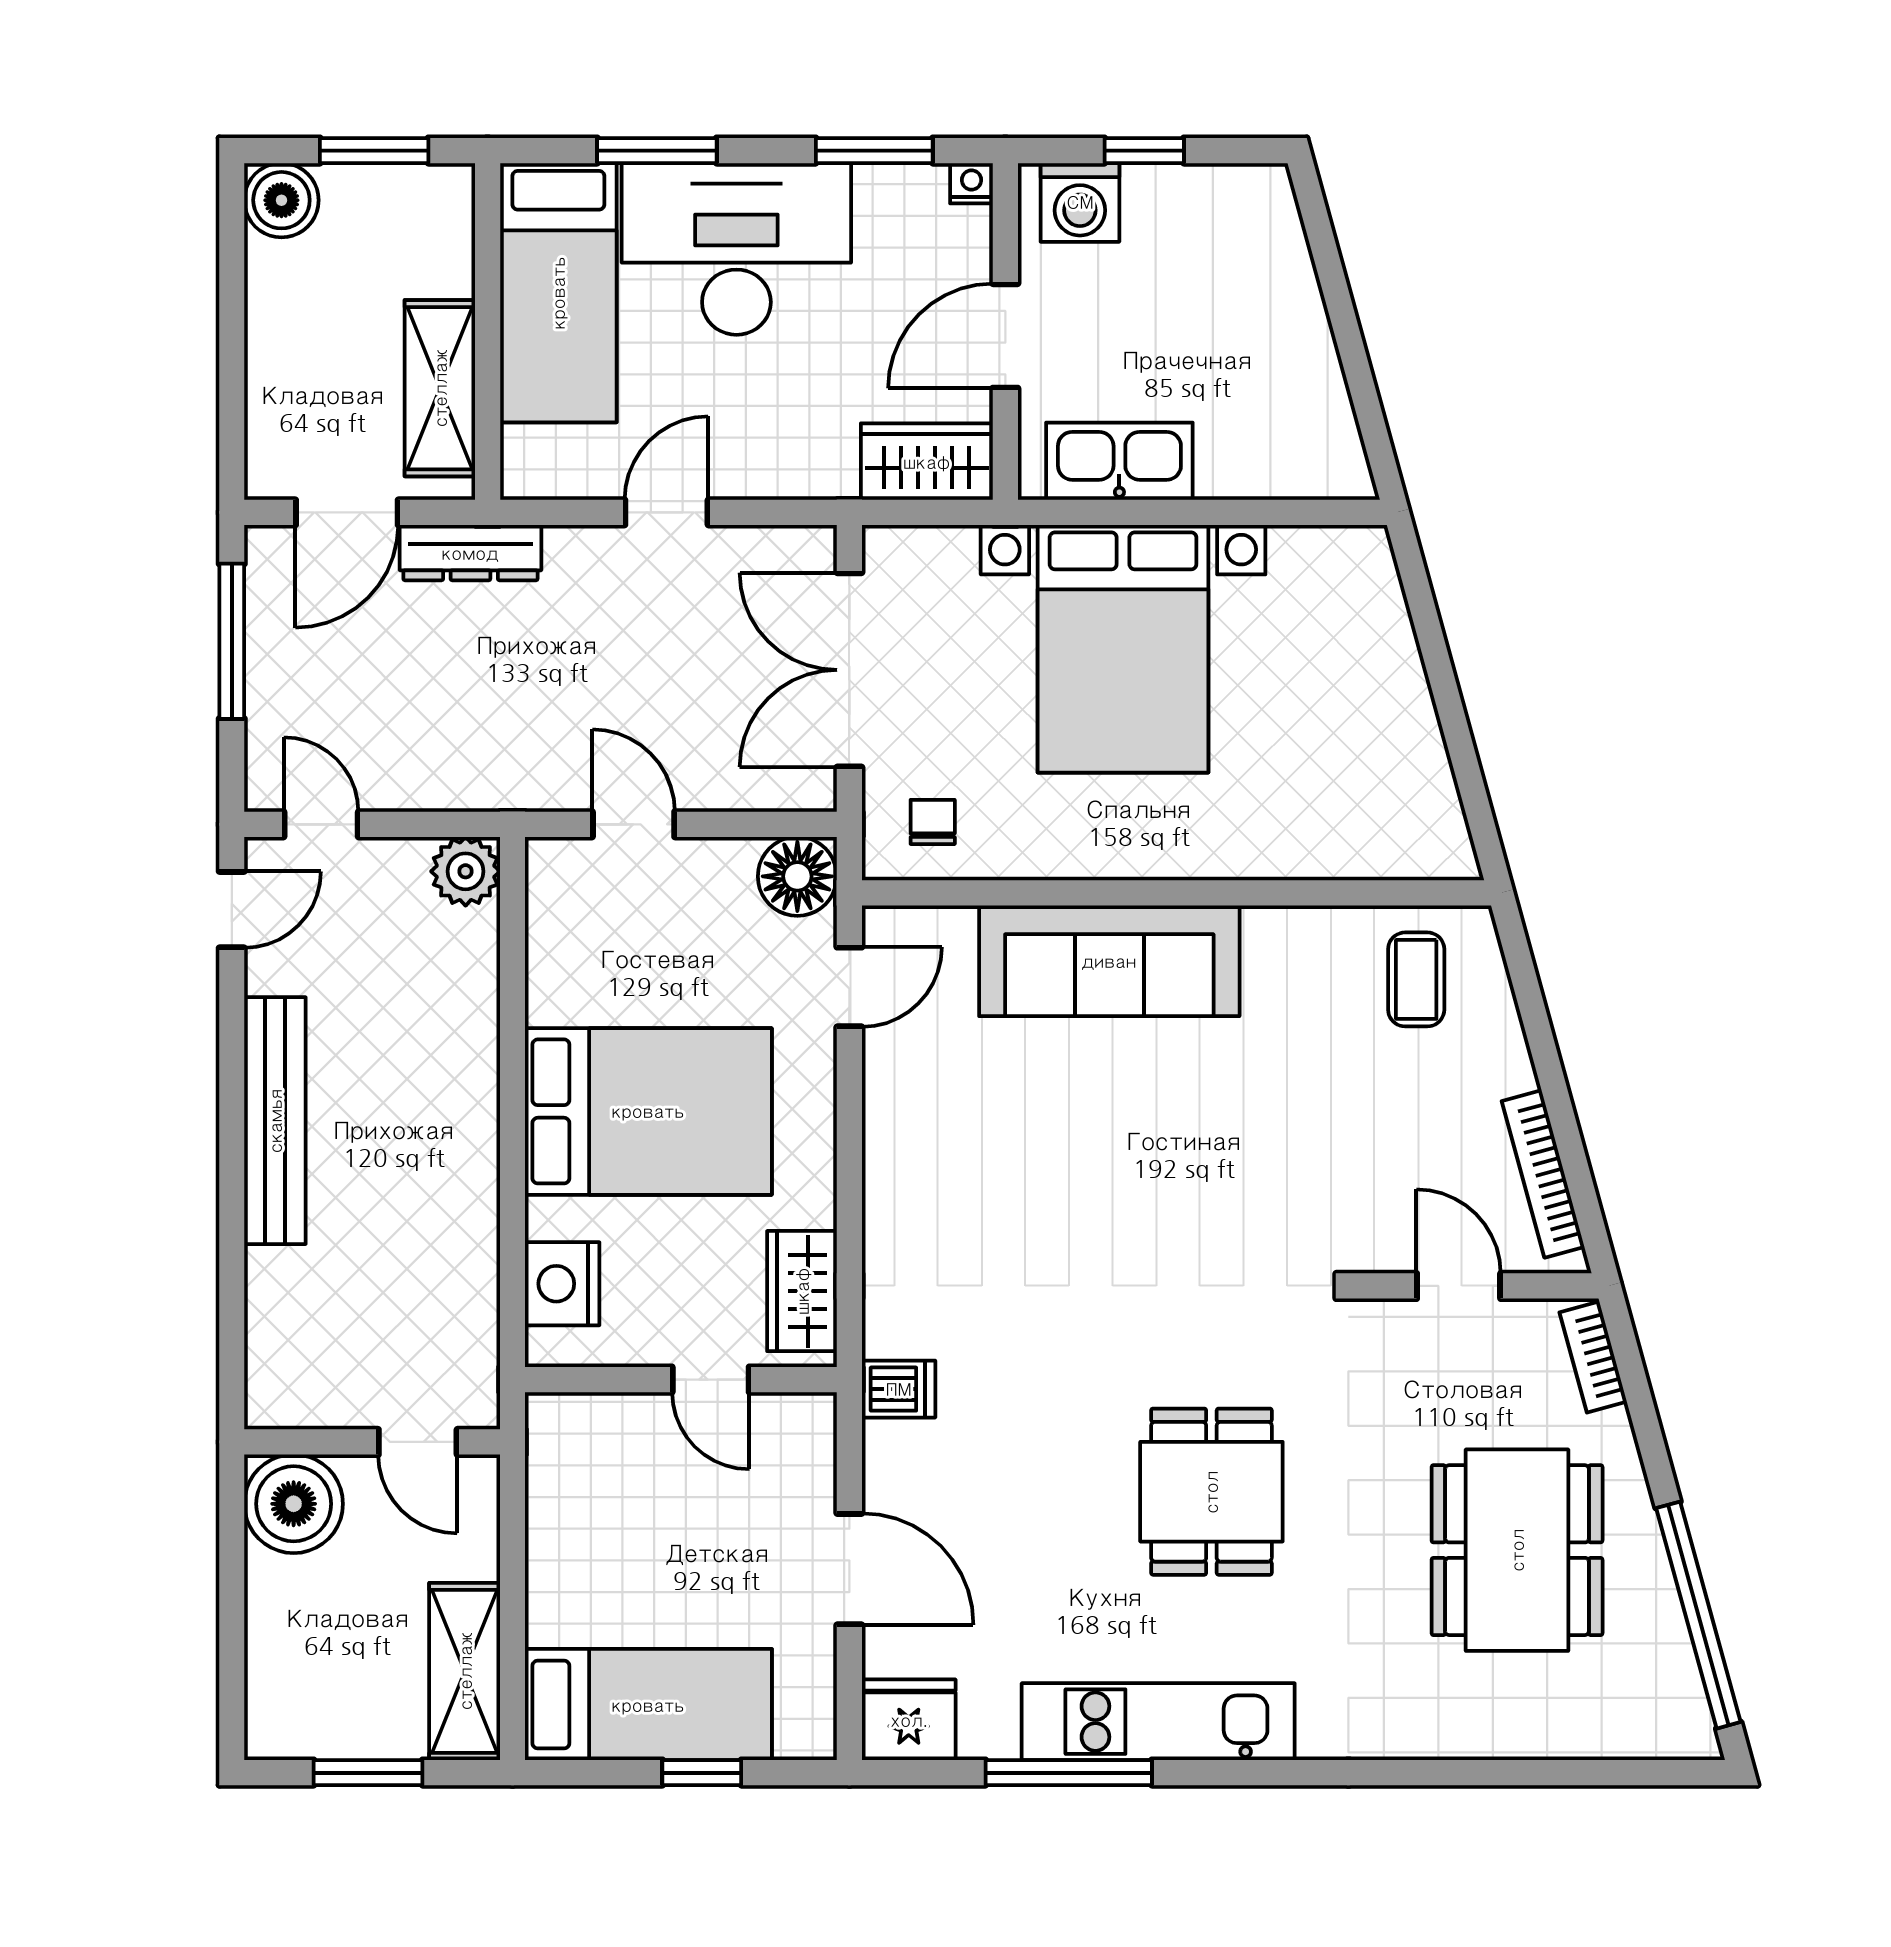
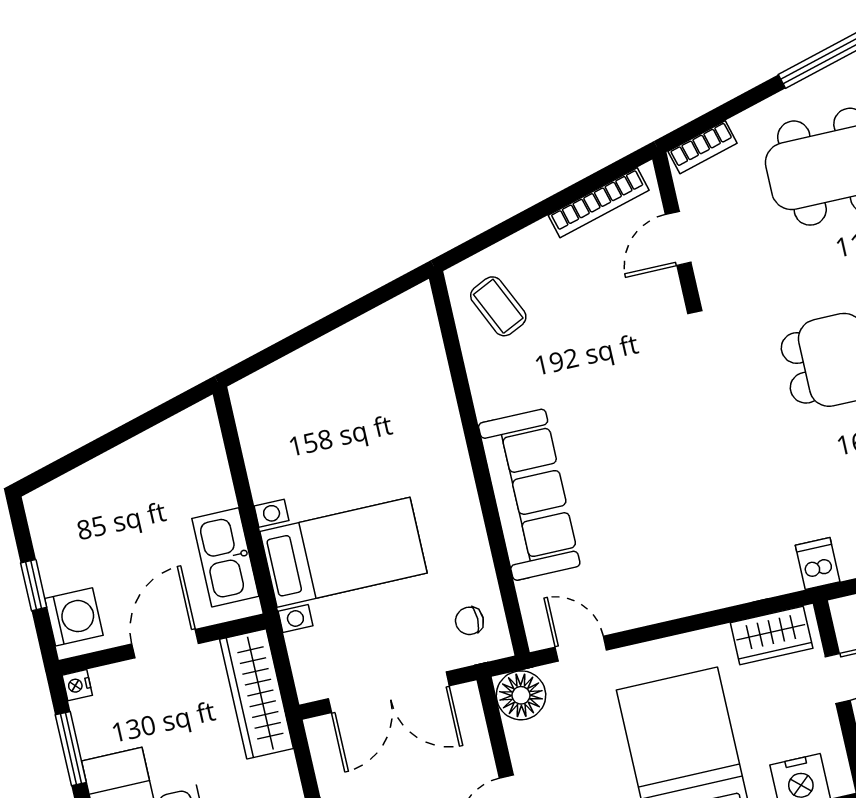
door: (1005, 336) -> (165, 644), swing flipped
wardrobe: (927, 462) -> (257, 694), width x1.50
bed with nightstands: (1123, 649) -> (343, 552), width x0.73
coffee table: (1416, 979) -> (498, 306), turned 65

